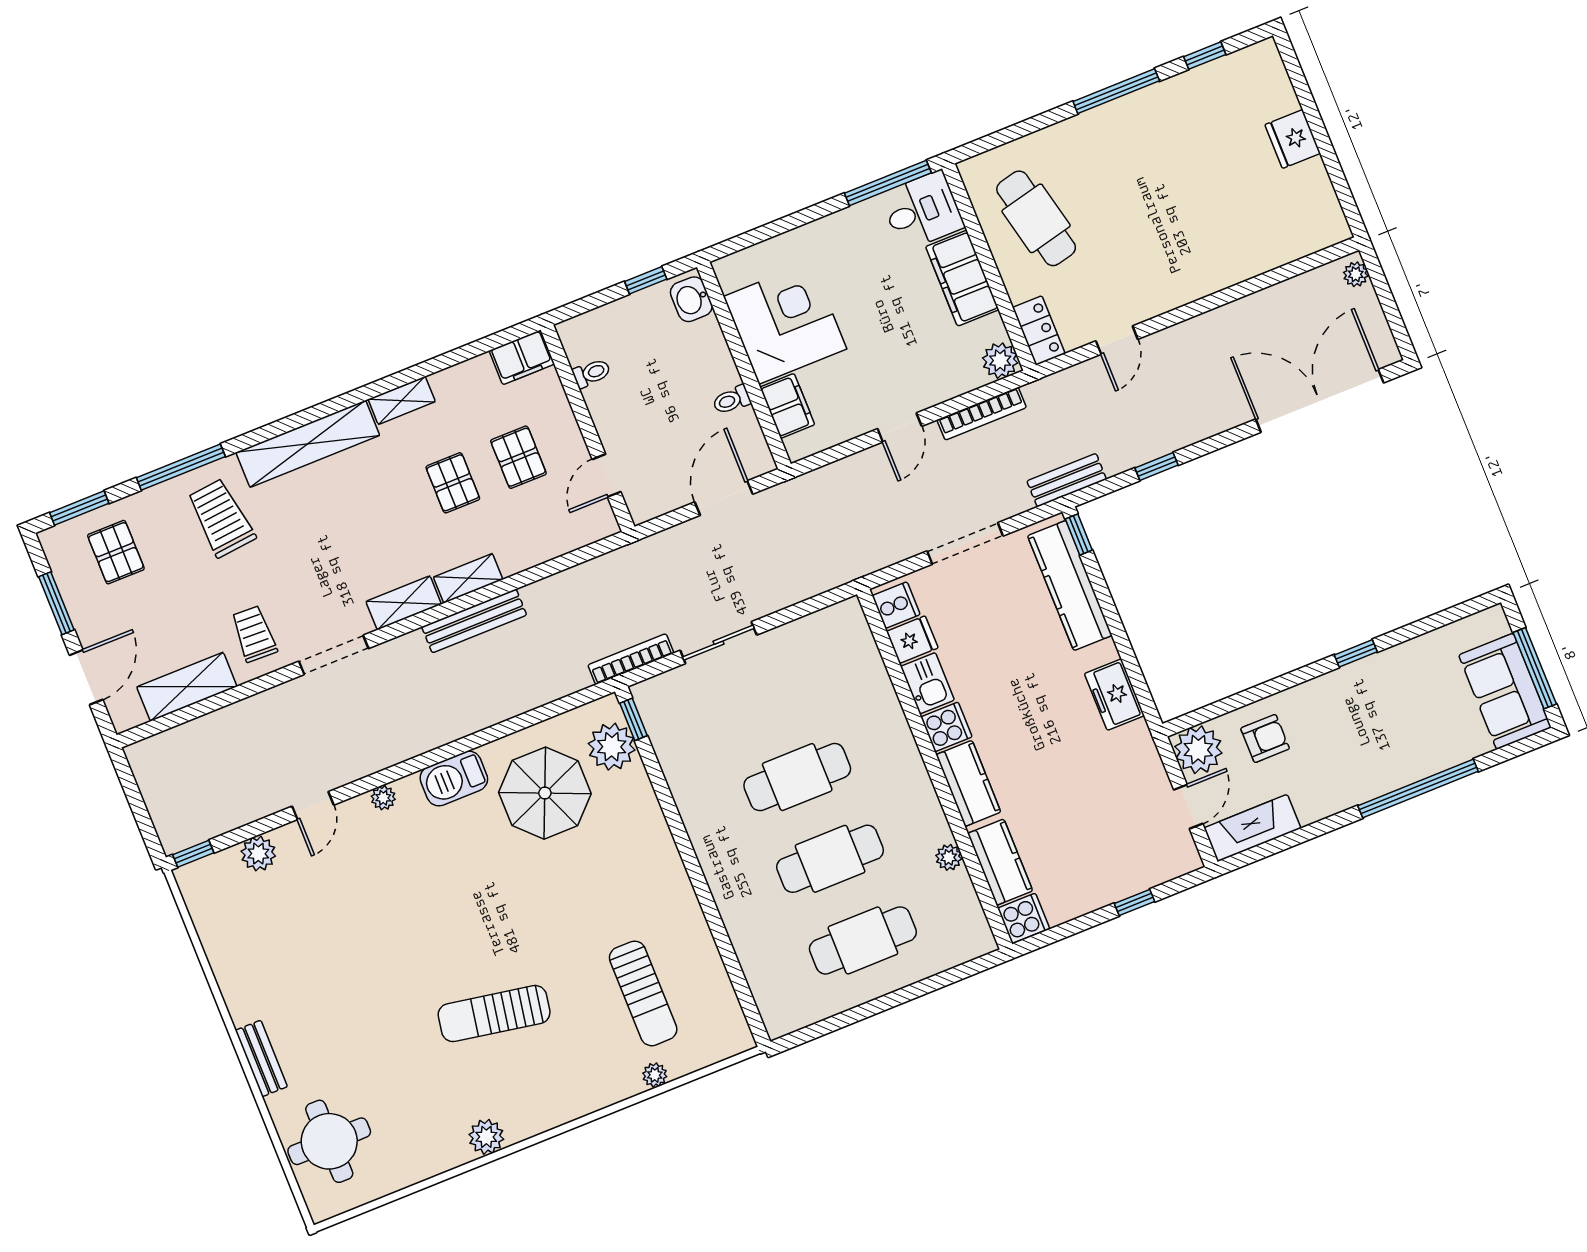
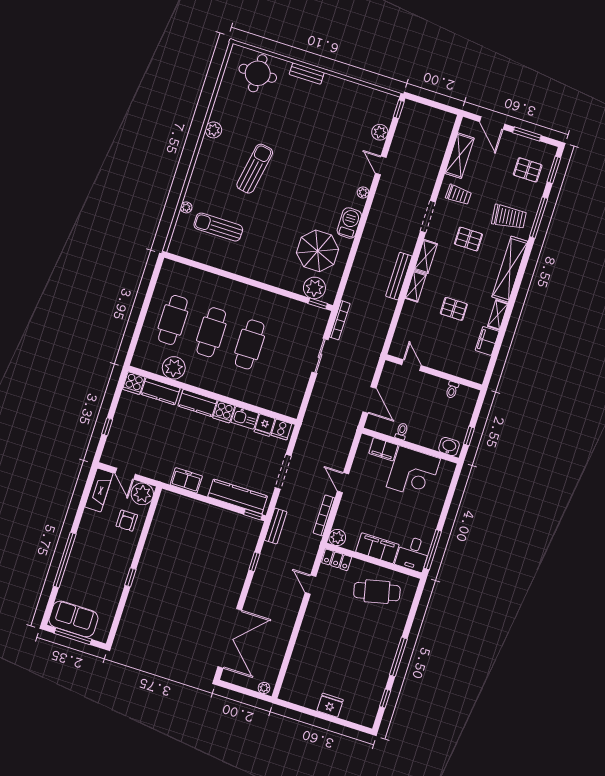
filing cabinet: (522, 357) -> (487, 341), moved
pallet: (518, 457) -> (468, 239), moved
plant: (949, 857) -> (174, 368), width x1.88, depth x1.88

